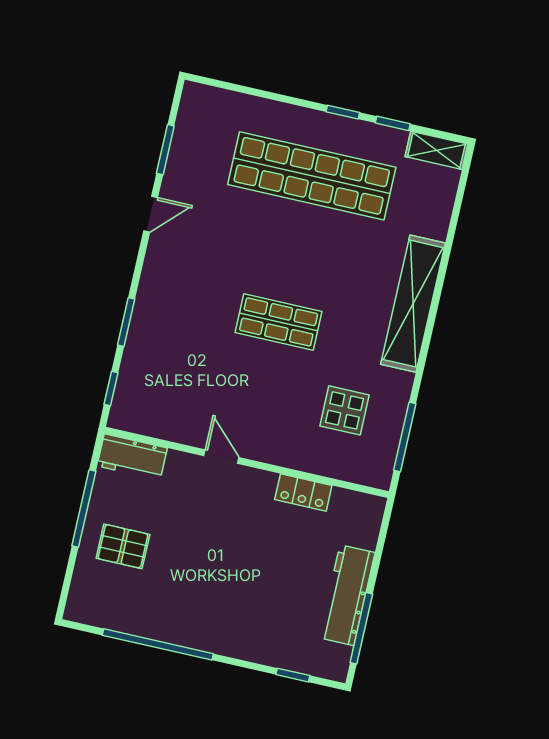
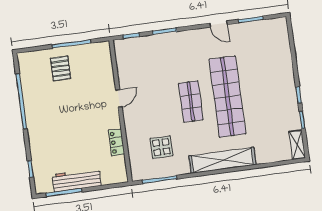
shop shelf: (312, 176) -> (227, 97), moved
workbench: (132, 457) -> (103, 57), removed

